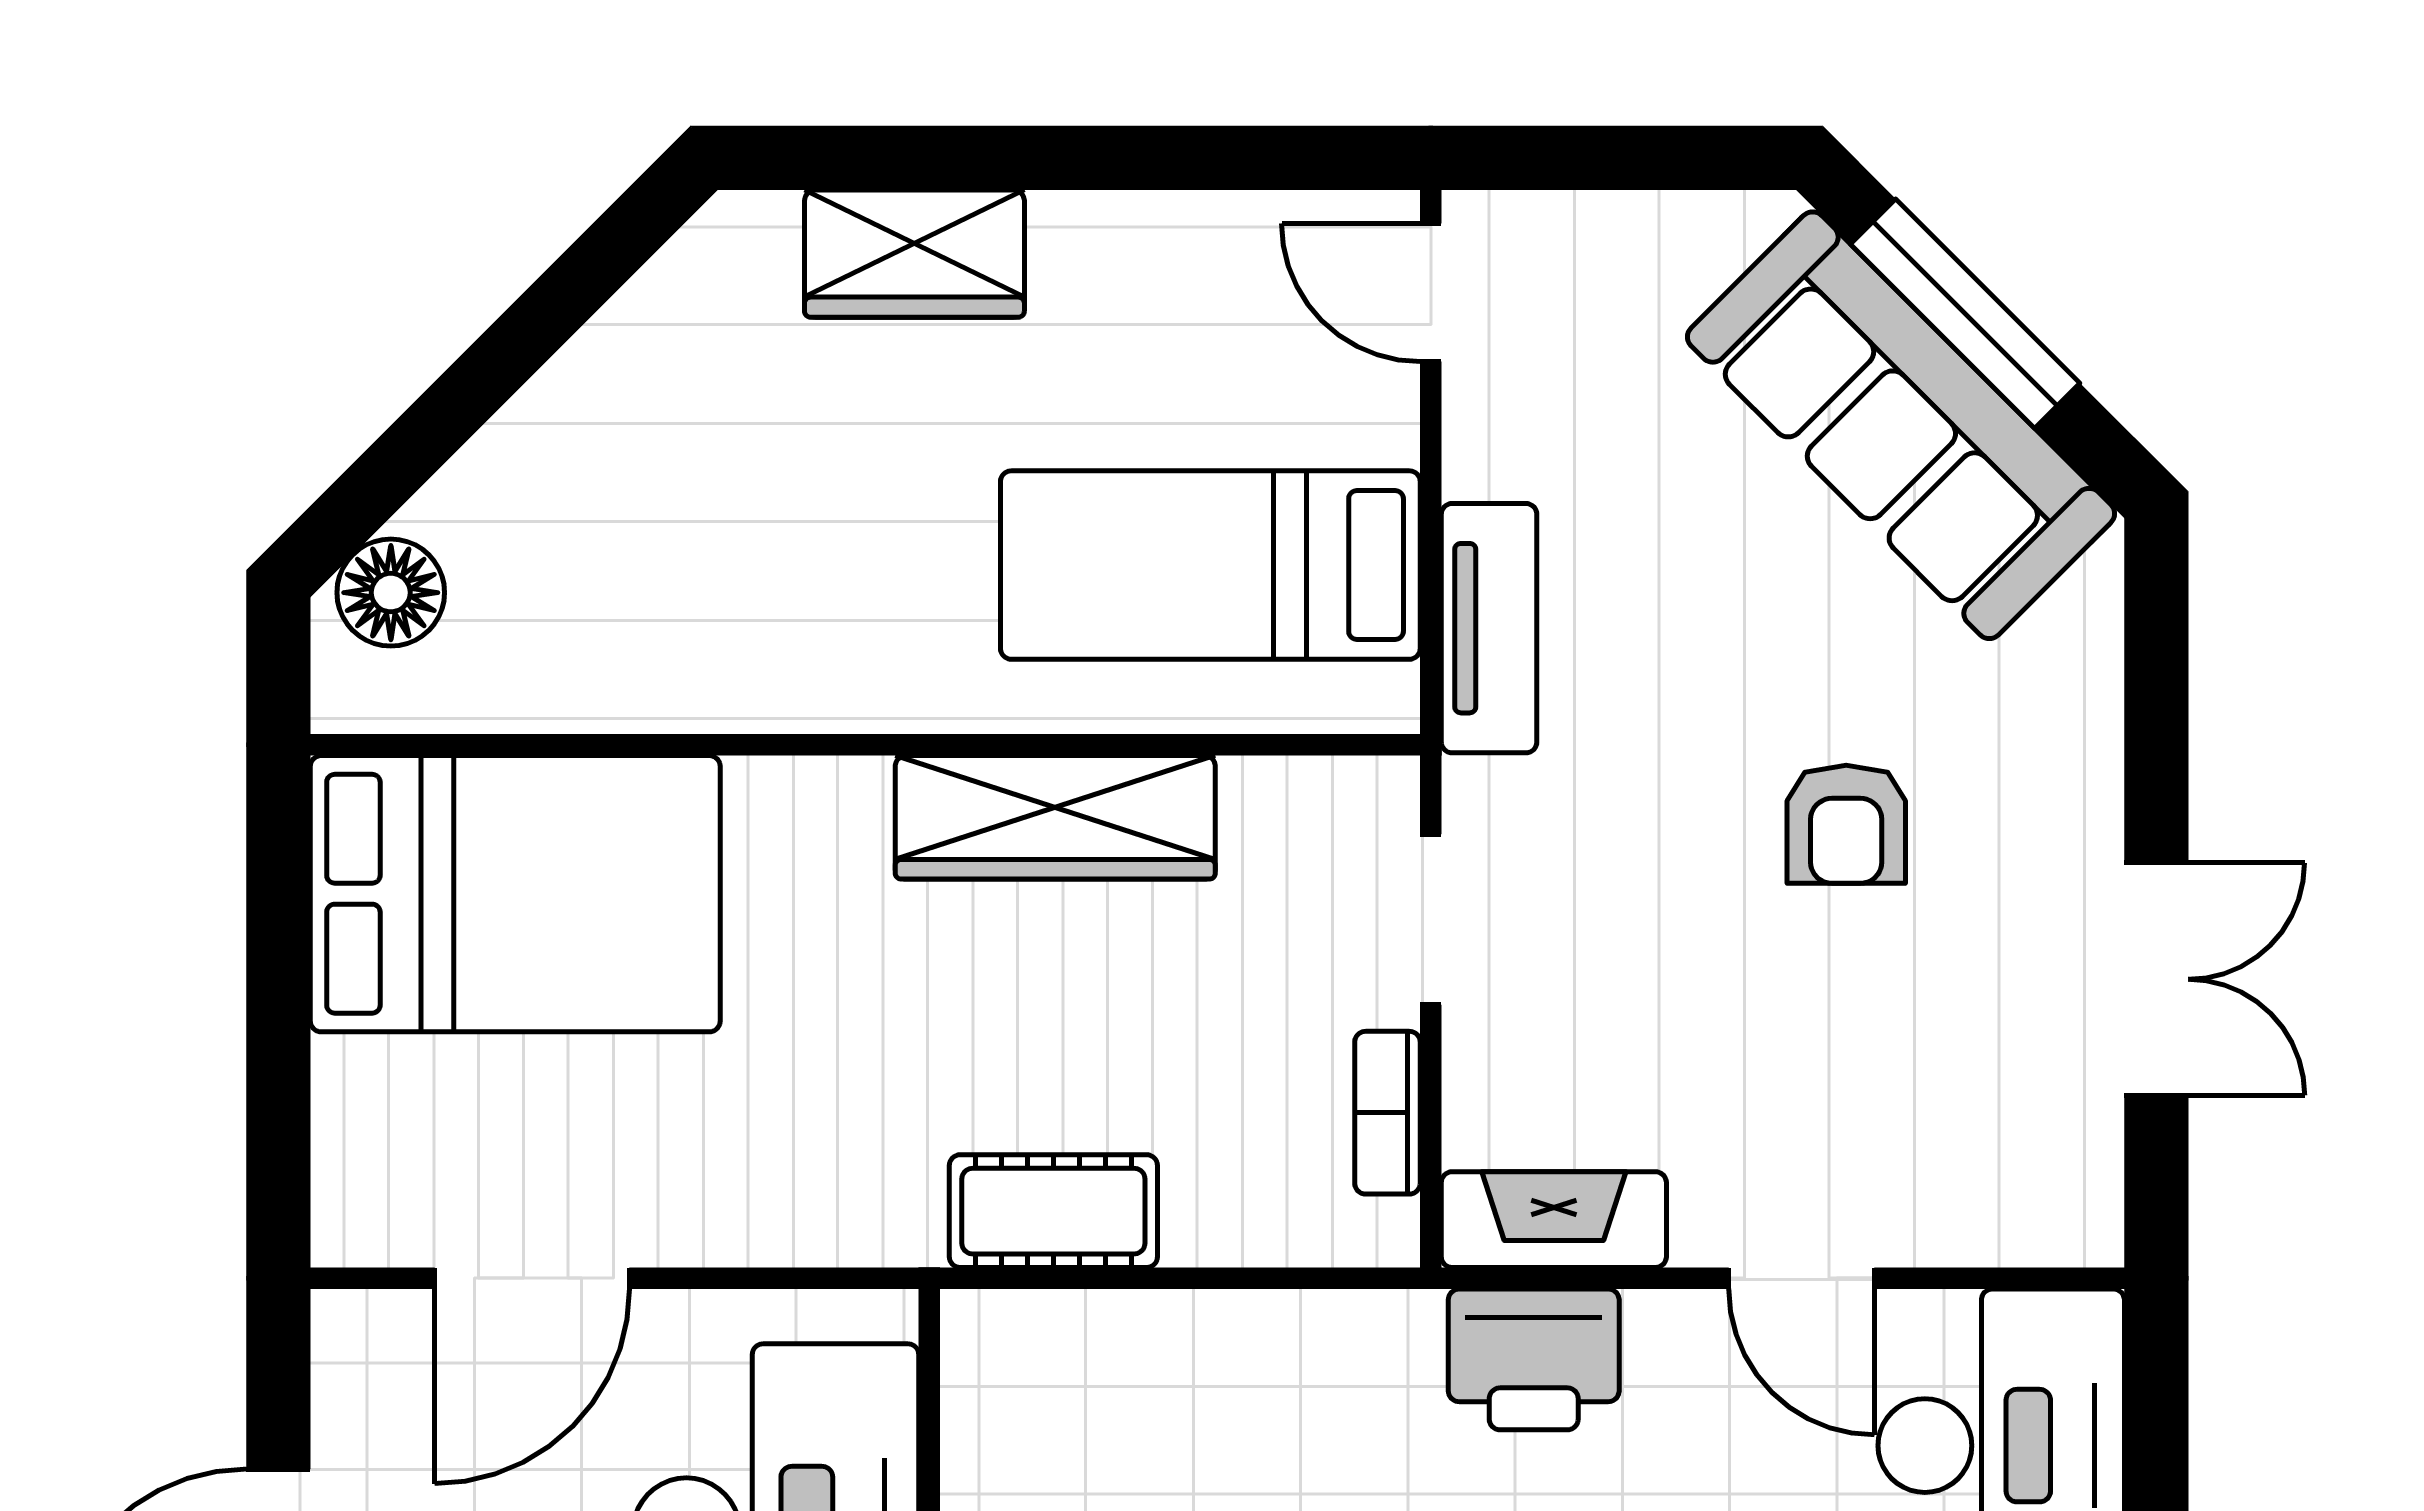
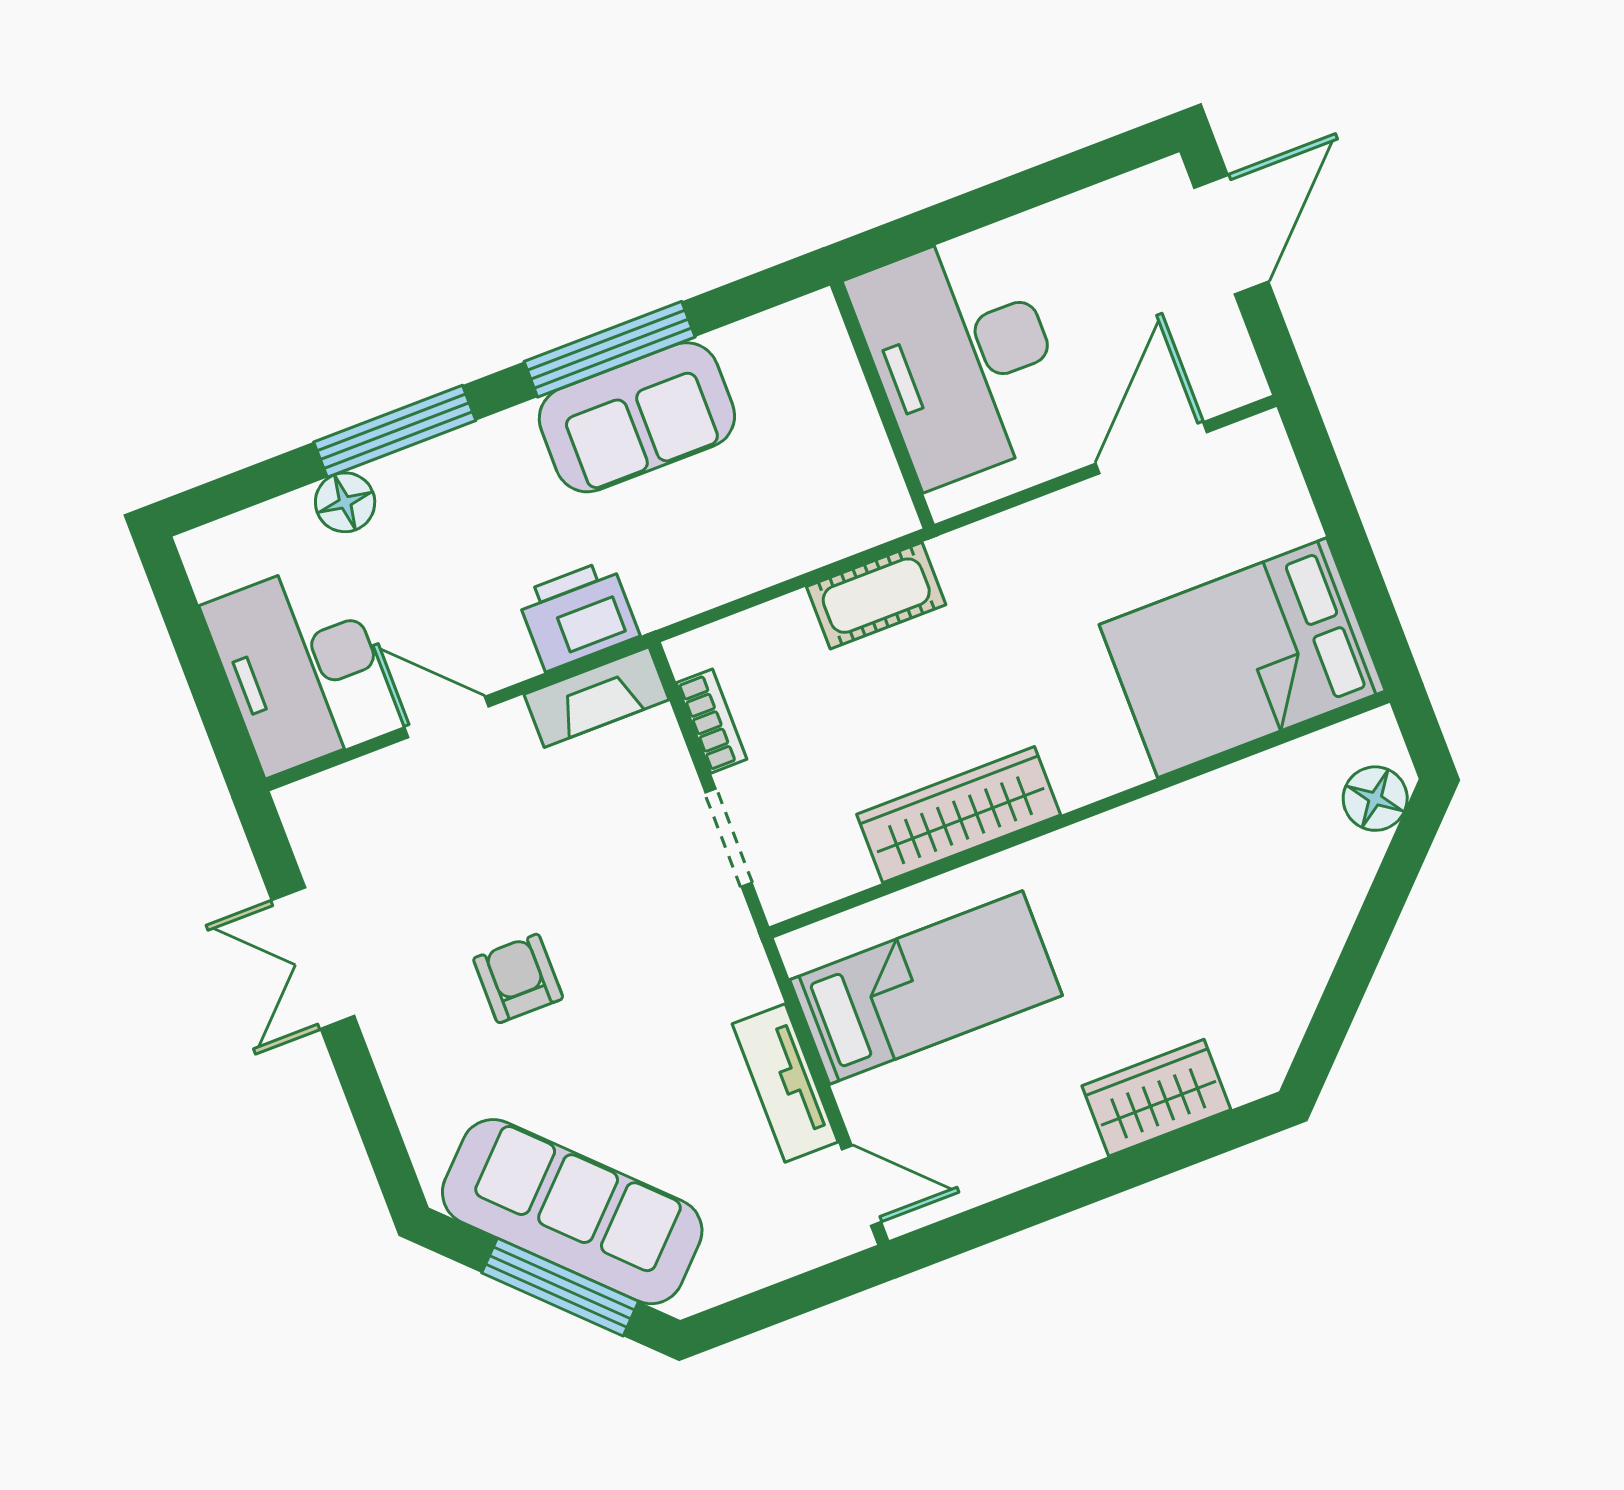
tv unit: (1489, 628) -> (785, 1083), moved

